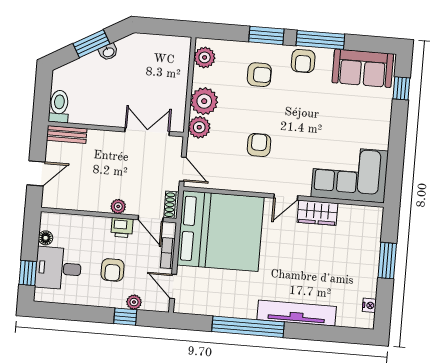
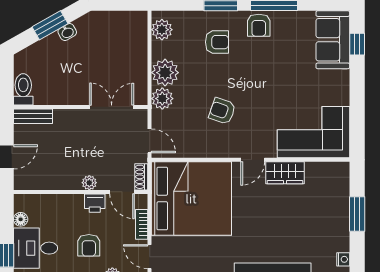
sofa: (363, 68) -> (333, 40), moved, turned 90
armchair: (259, 145) -> (222, 111), turned -71

